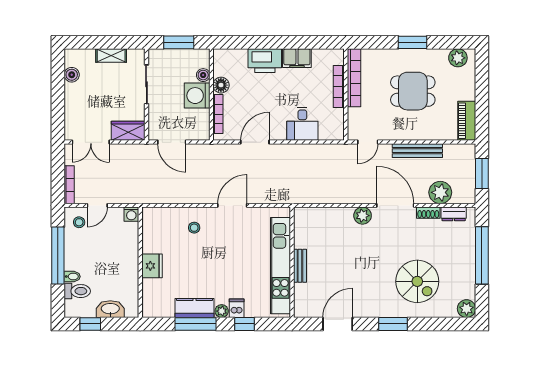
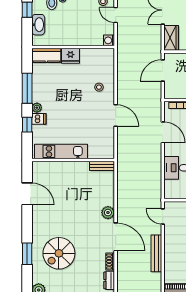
plant: (440, 192) -> (125, 270), removed
door: (395, 205) -> (116, 237), hinge flipped
kitchen unit: (280, 266) -> (61, 151), width x0.73
bench: (300, 266) -> (102, 166), moved
kitchen counter: (194, 308) -> (46, 55), moved, turned 90
window: (393, 324) -> (27, 254), moved

